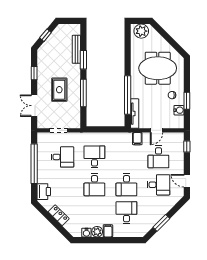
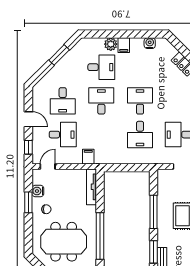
window: (128, 95) -> (100, 236), moved
door: (156, 130) -> (48, 166), moved
desk: (158, 157) -> (63, 135), turned 90
door: (187, 181) -> (28, 119), moved
desk: (158, 185) -> (63, 101), turned -90
desk: (126, 213) -> (101, 67), turned -90
plant: (97, 232) -> (111, 44), moved

